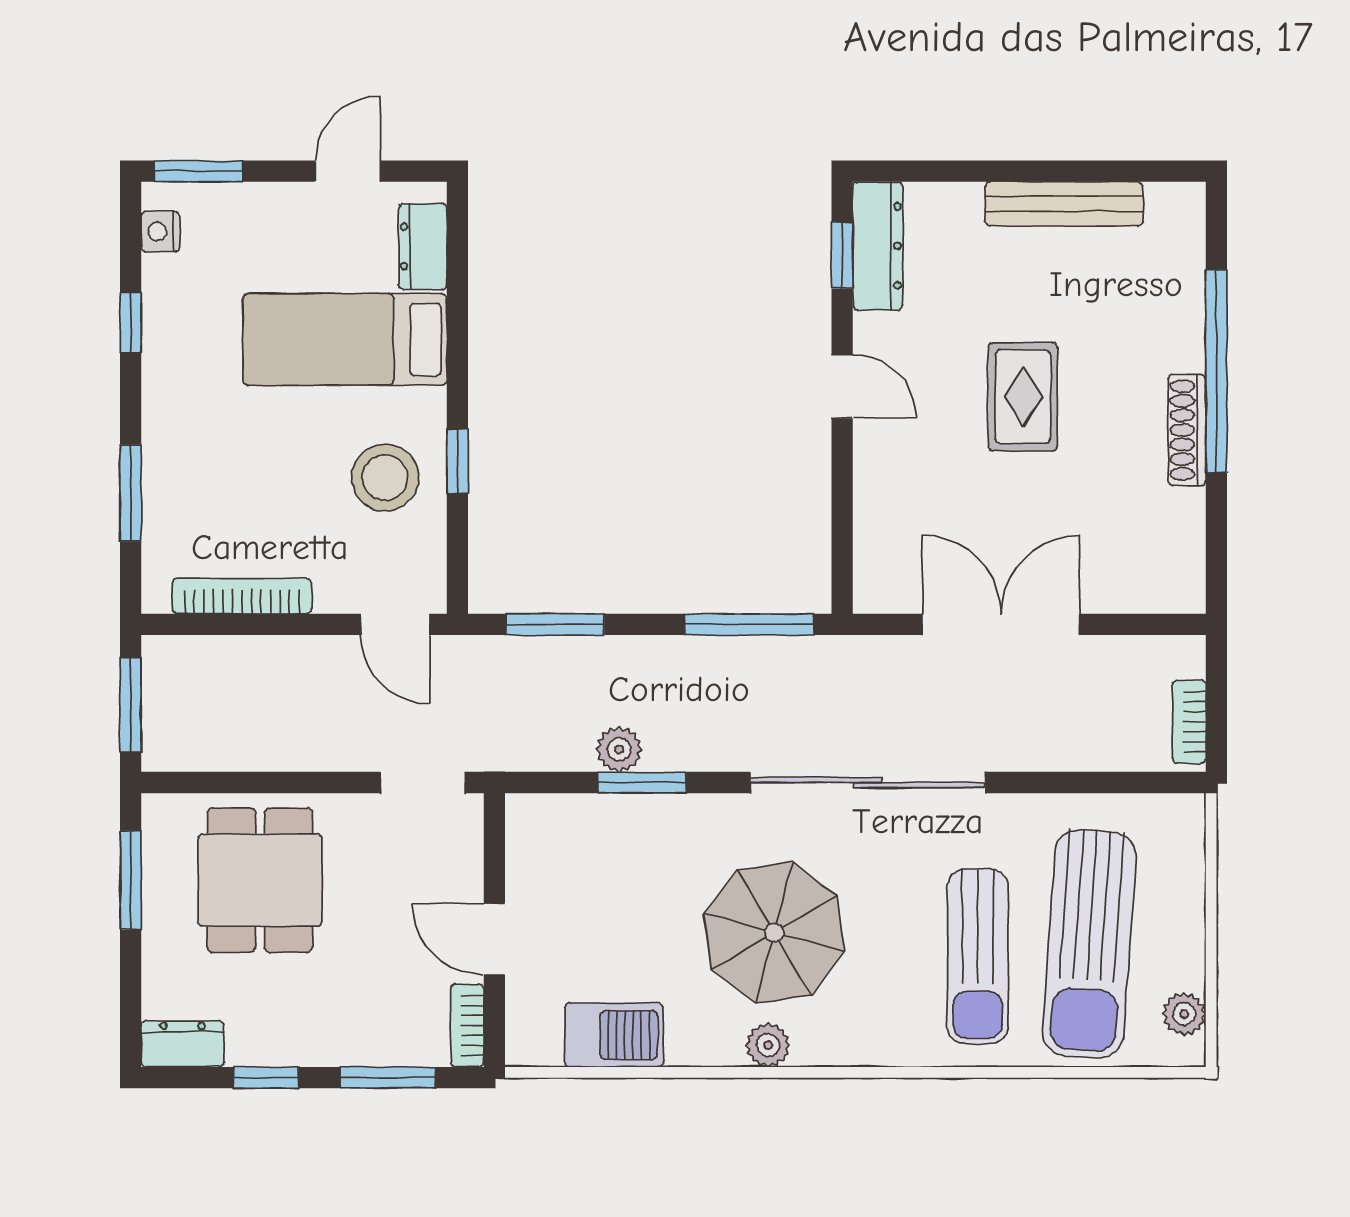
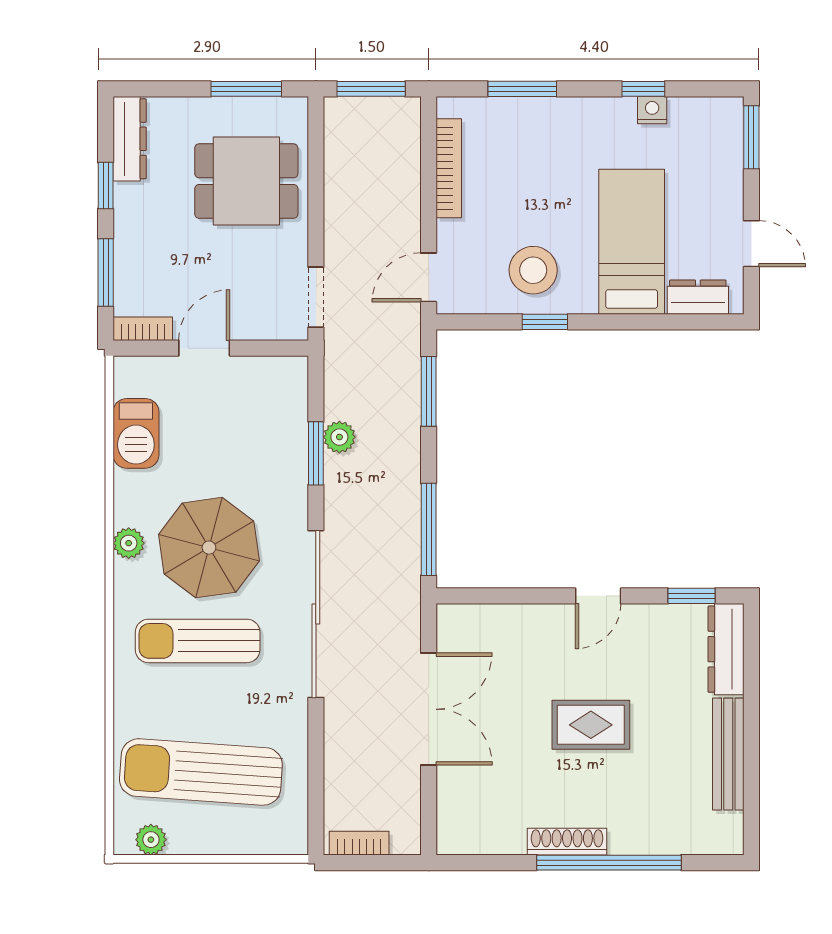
nightstand: (160, 232) -> (652, 110), moved
dresser: (878, 246) -> (726, 649), moved, turned 90
sun lounger: (978, 956) -> (198, 641), moved
dresser: (183, 1044) -> (130, 139), width x1.44

